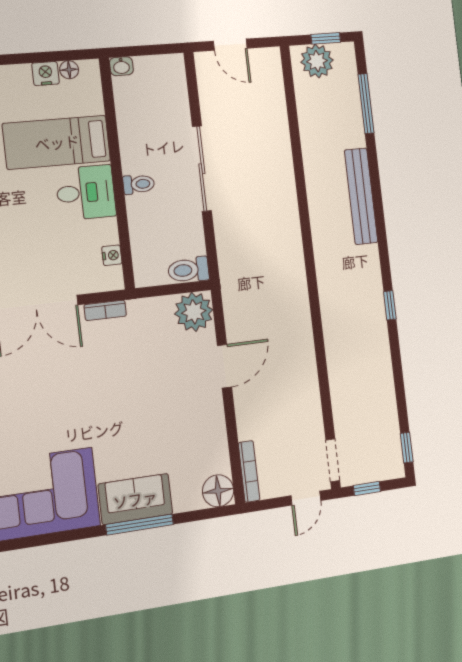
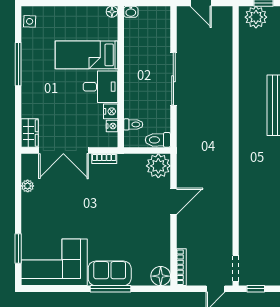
floor lamp: (69, 70) -> (112, 12), moved
nightstand: (46, 74) -> (111, 111), moved, turned 90
toilet: (139, 184) -> (133, 124), moved

